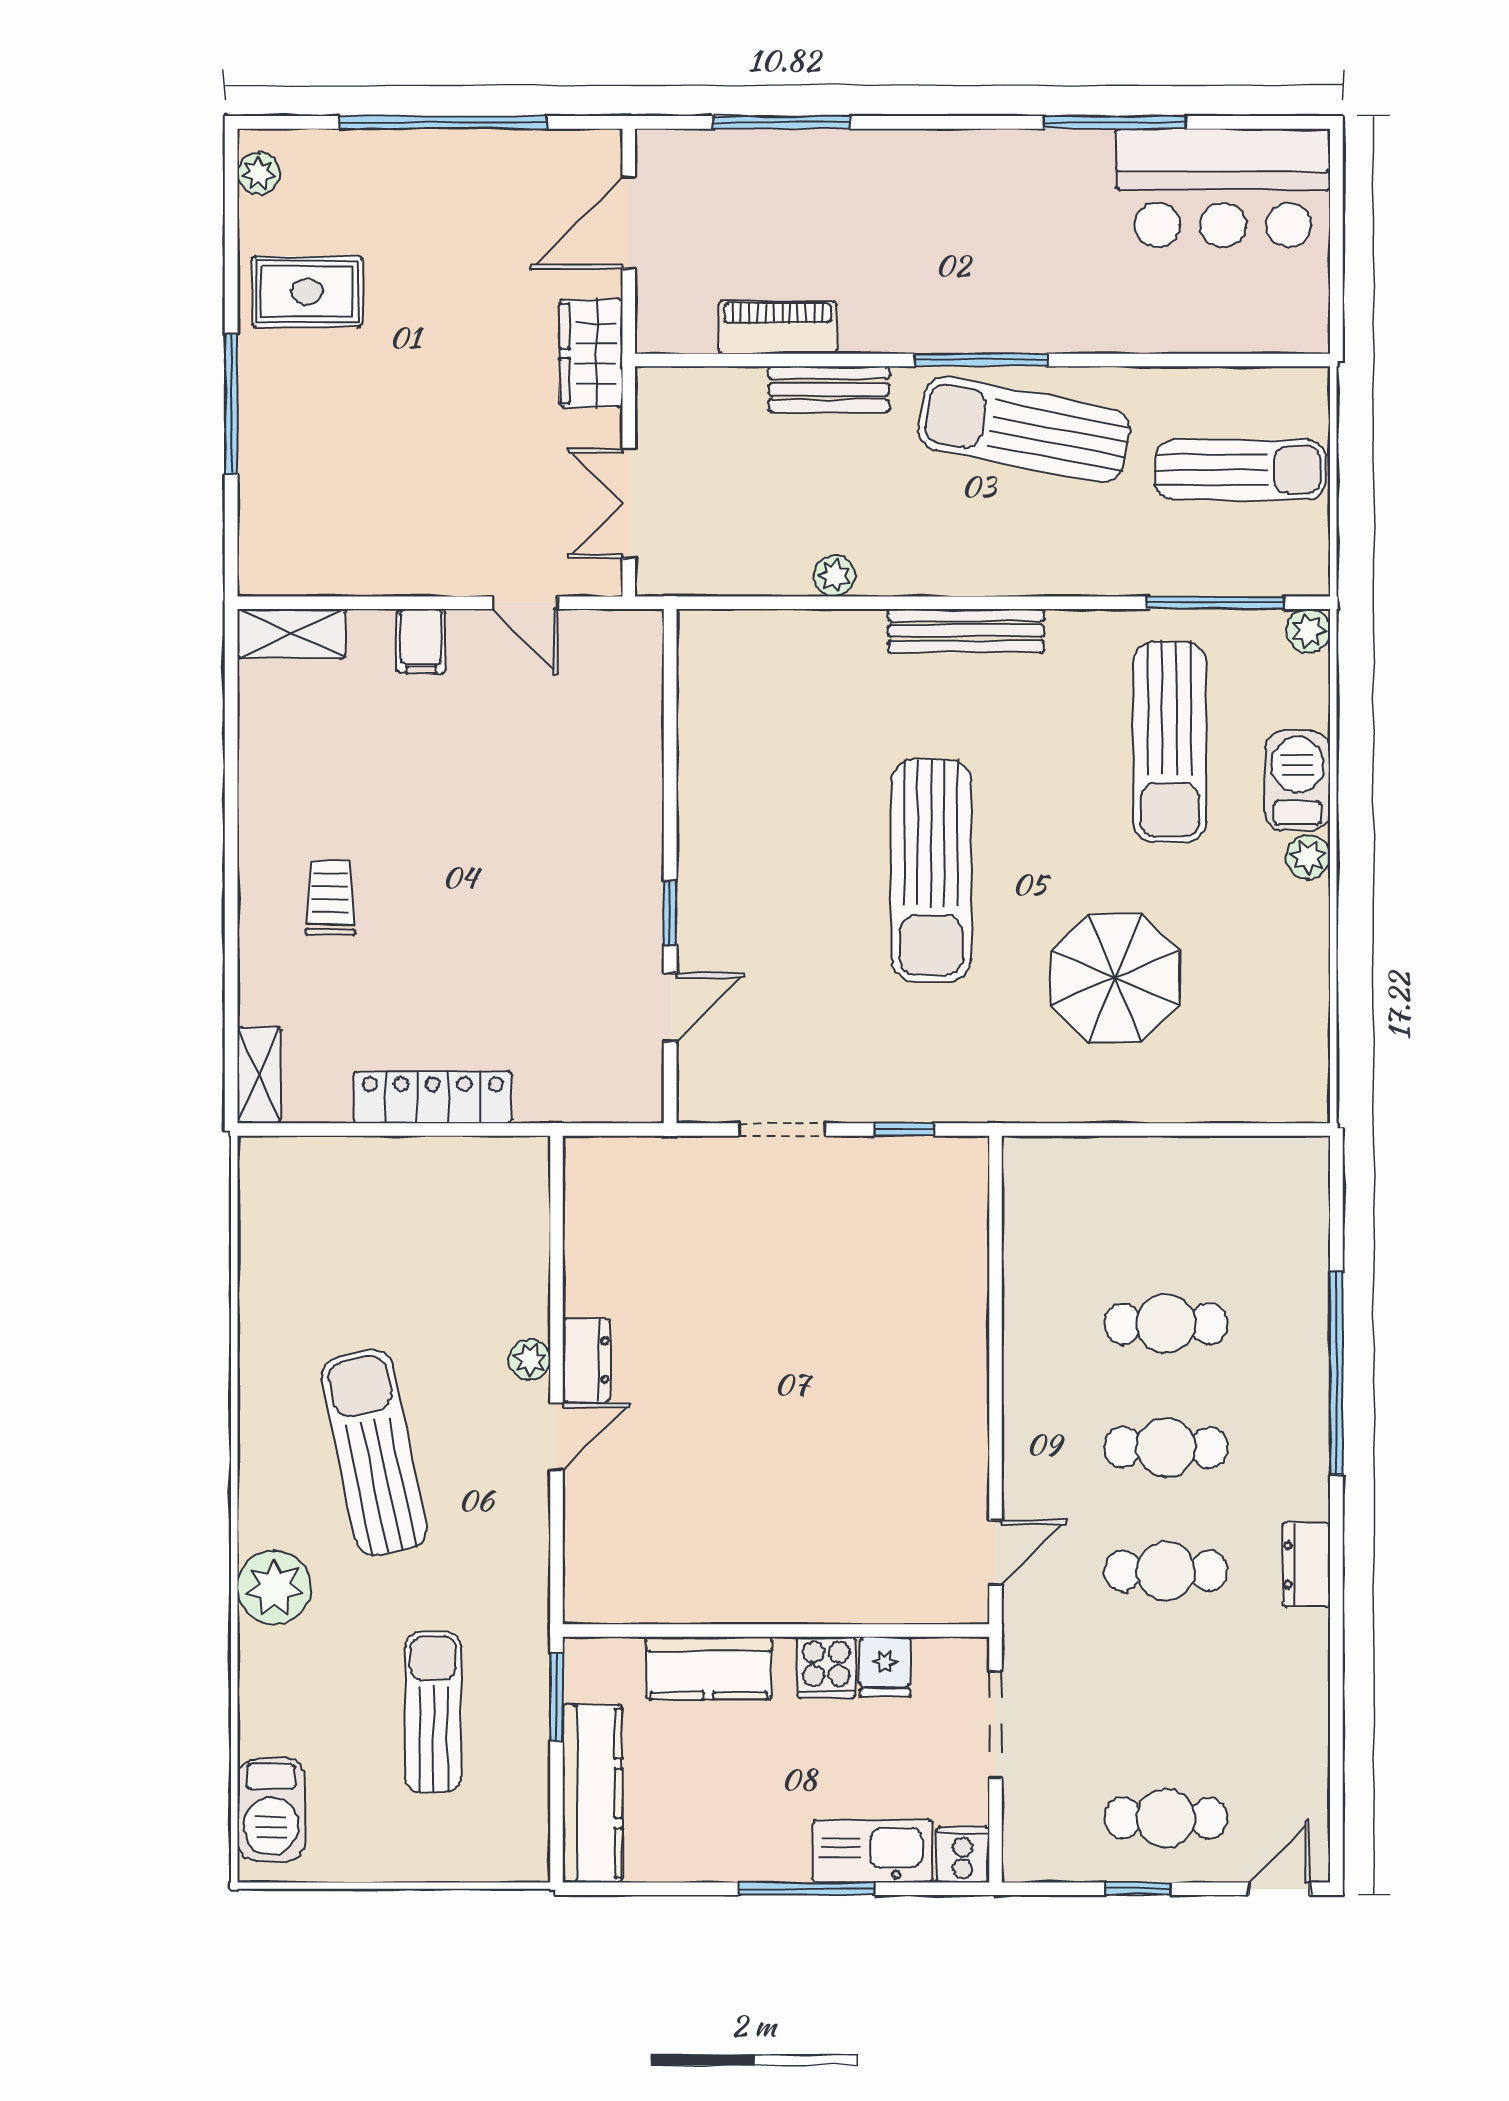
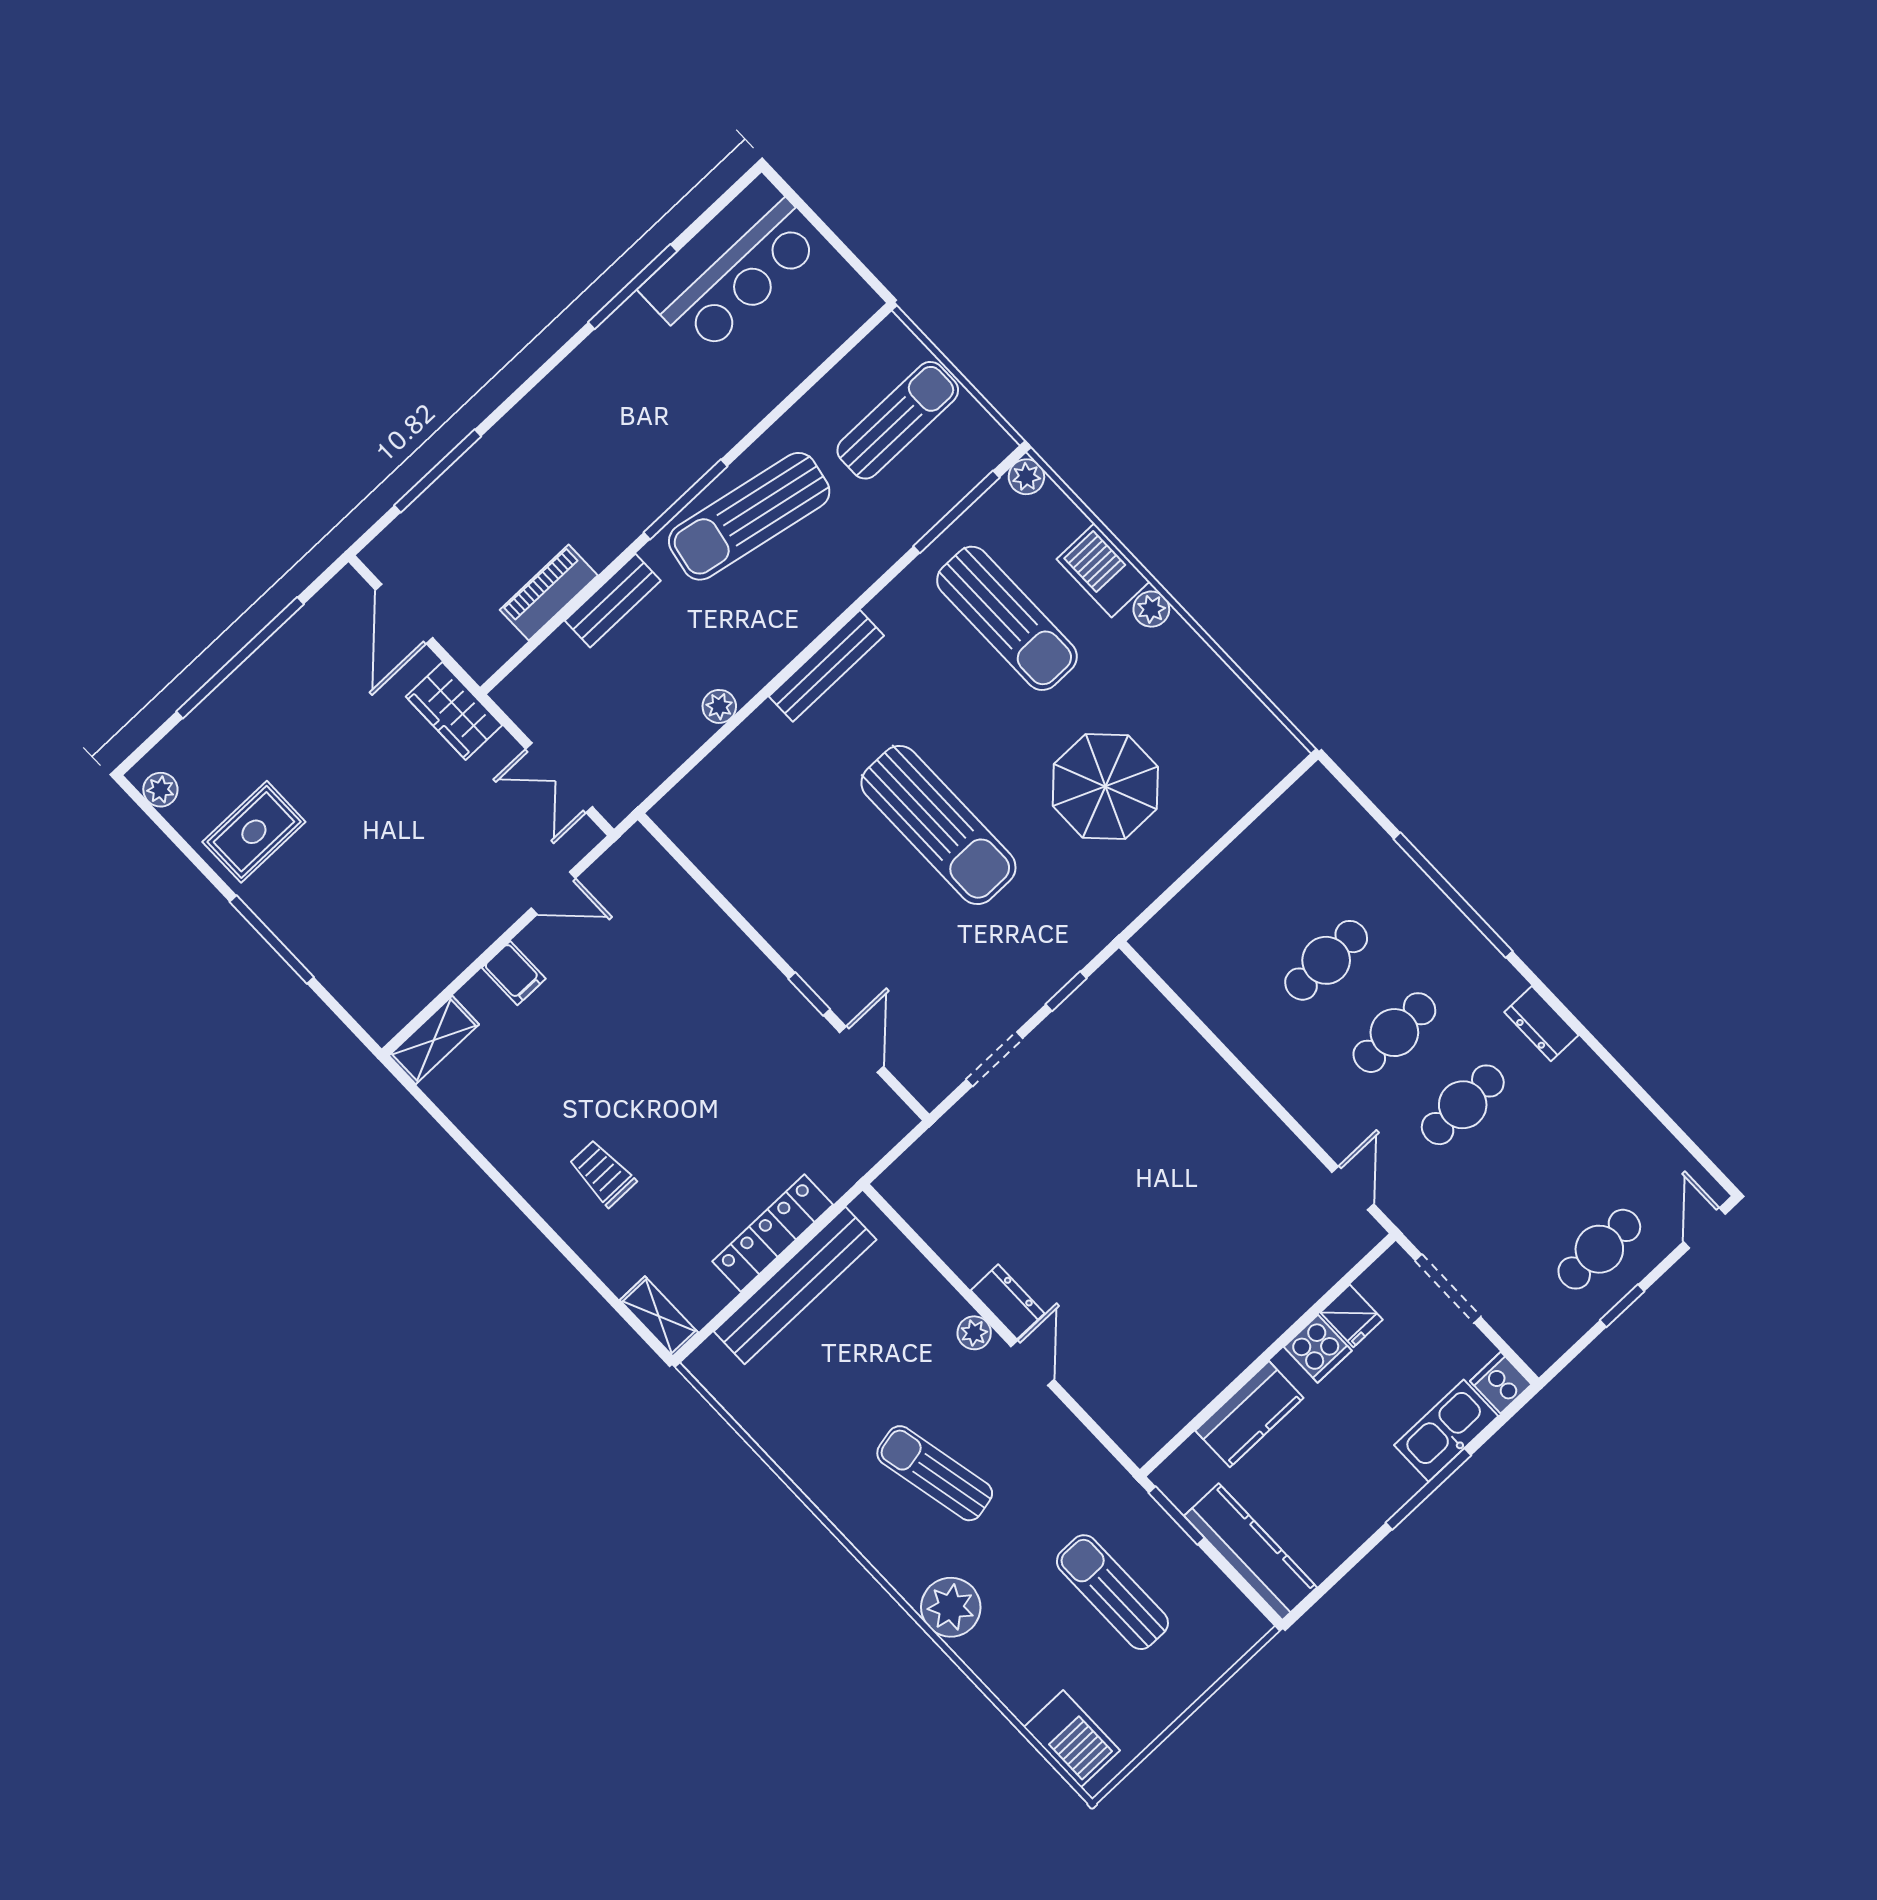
bench: (408, 1164) -> (795, 1286), added
sun lounger: (374, 1453) -> (935, 1473), width x0.73, depth x0.75

